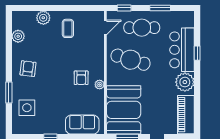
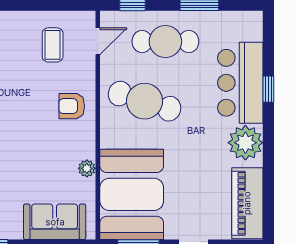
coffee table: (68, 28) -> (53, 45), moved
armchair: (81, 78) -> (72, 106), moved, turned 90
plant: (100, 85) -> (87, 168), moved

